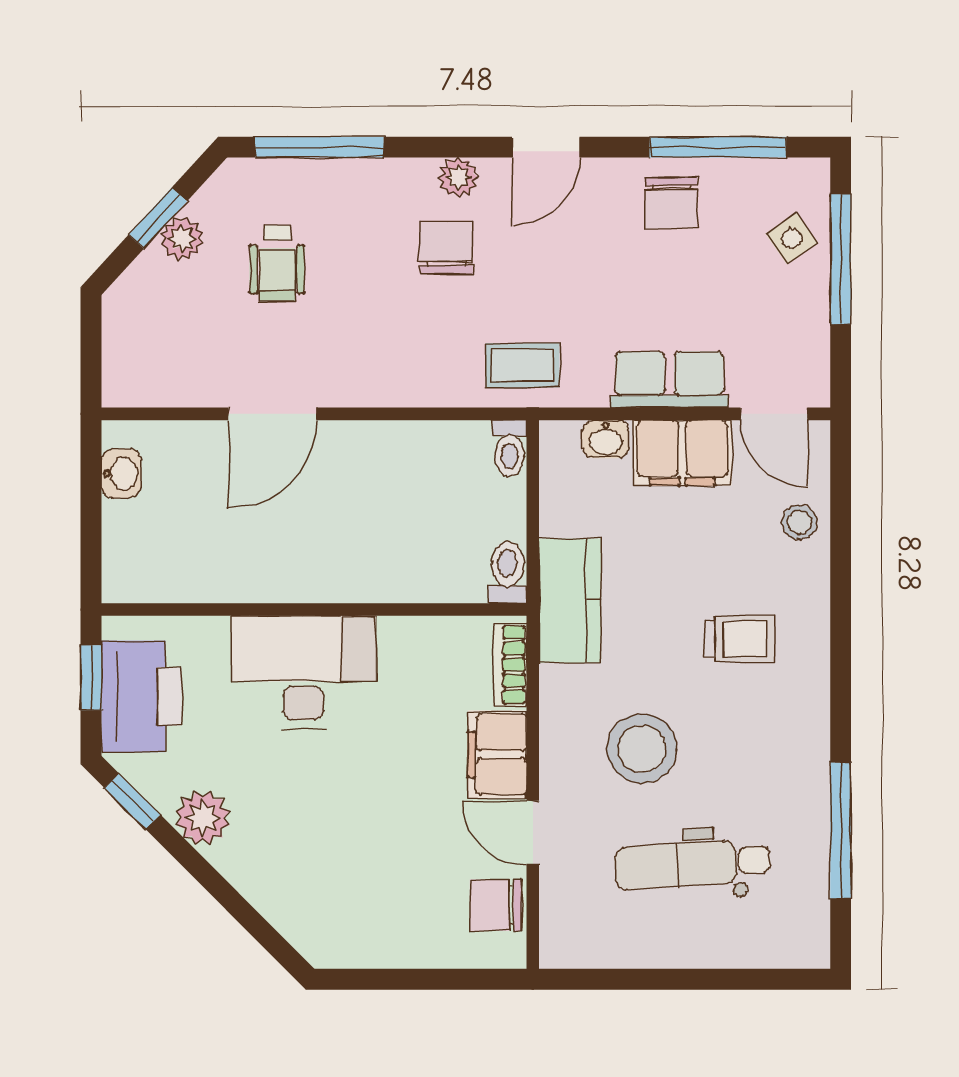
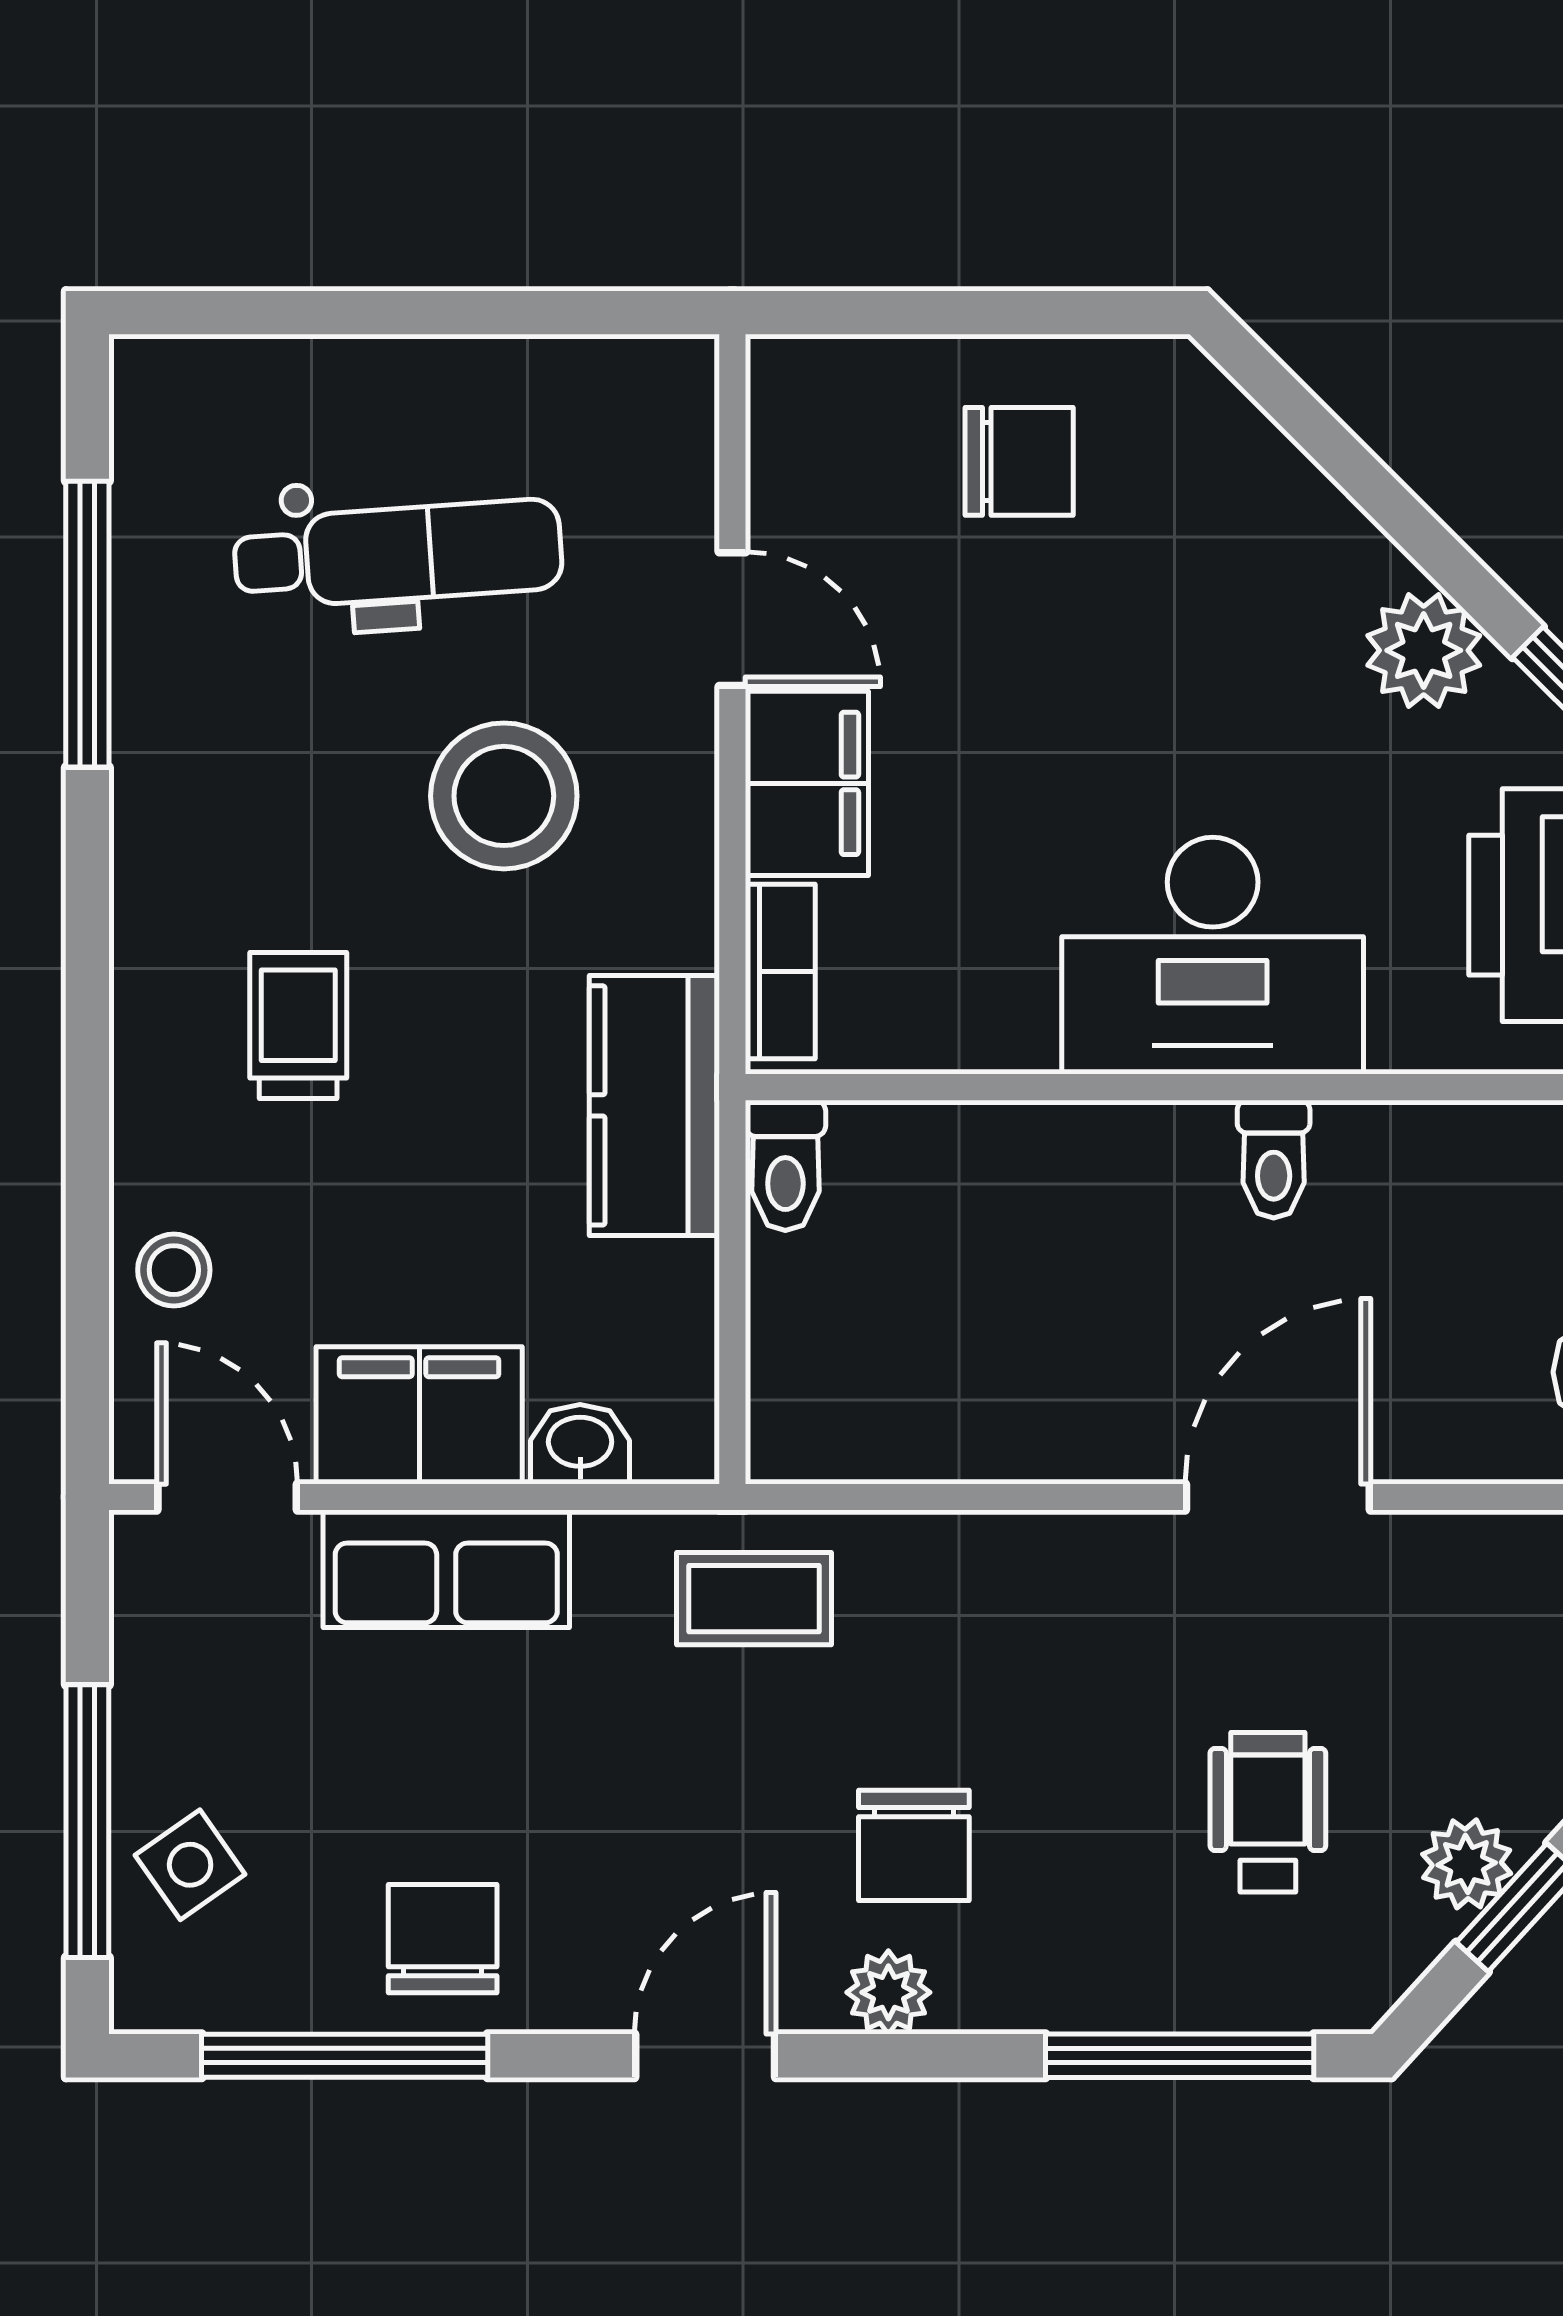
toilet: (509, 448) -> (1274, 1159), moved, turned 180
trolley: (740, 639) -> (298, 1025), turned 90
chair: (496, 905) -> (1019, 461), moved

